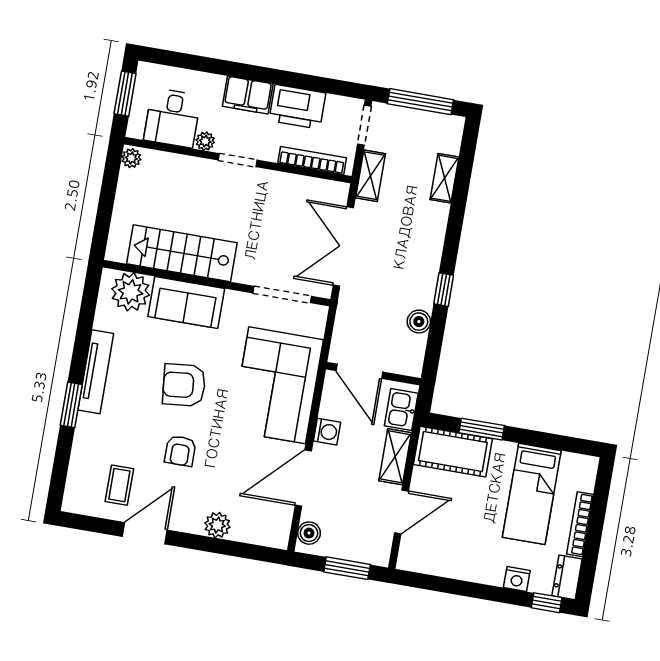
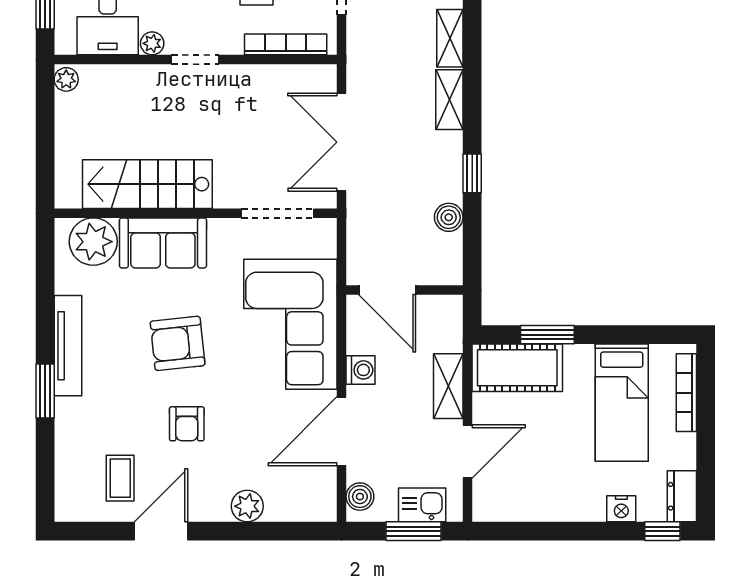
shelving: (370, 176) -> (449, 100), moved
kitchen sink: (401, 410) -> (422, 505), moved, turned 90
bookcase: (580, 524) -> (686, 393), moved

